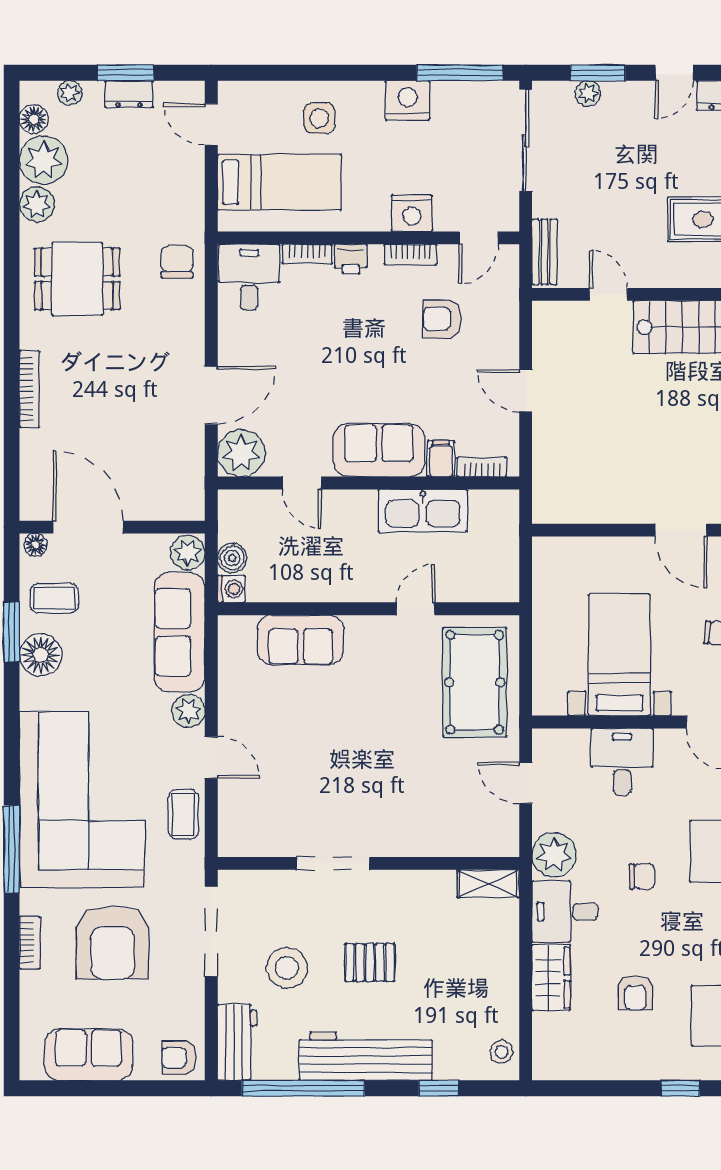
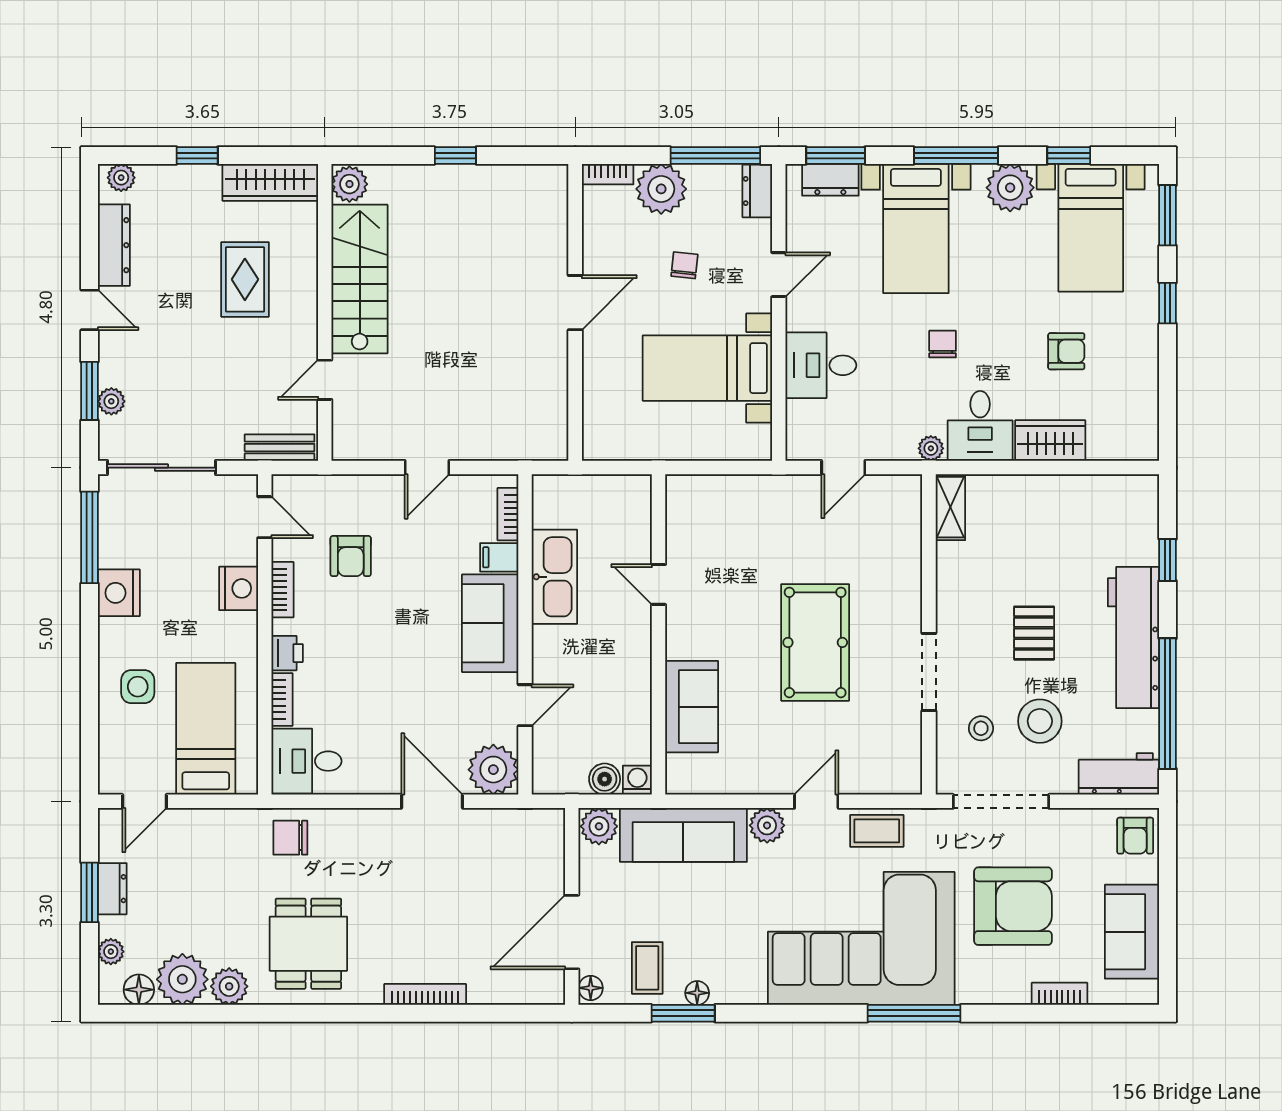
floor lamp: (41, 655) -> (697, 993), width x0.53, depth x0.53
pool table: (475, 682) -> (815, 642), moved, turned 90
plant: (554, 855) -> (931, 448), width x0.53, depth x0.53
bookcase: (30, 943) -> (1059, 994), moved
stool: (502, 1052) -> (981, 728), moved

